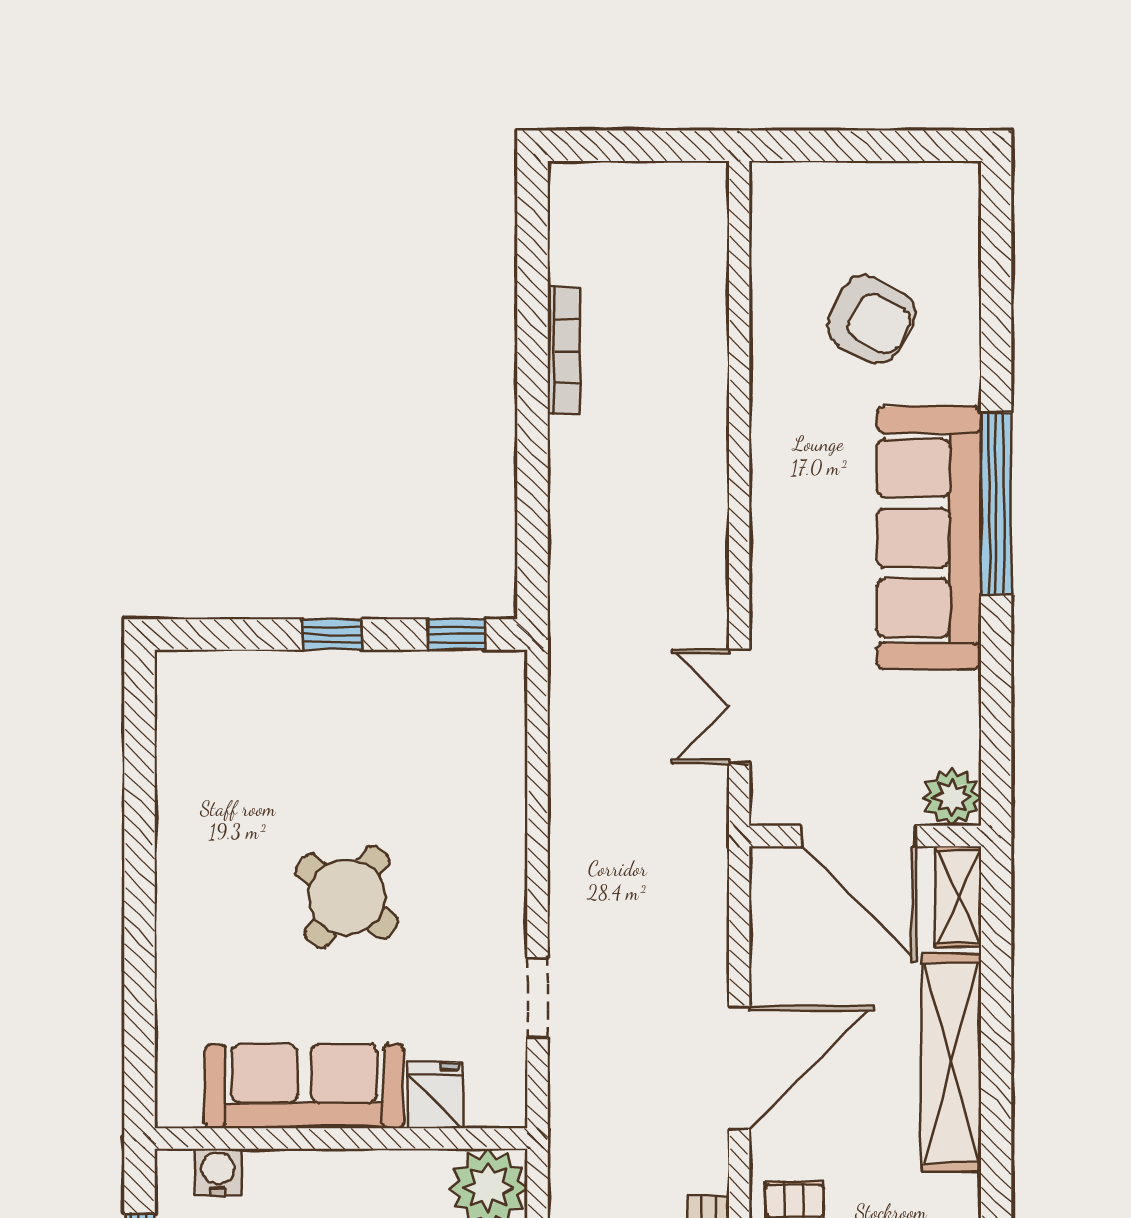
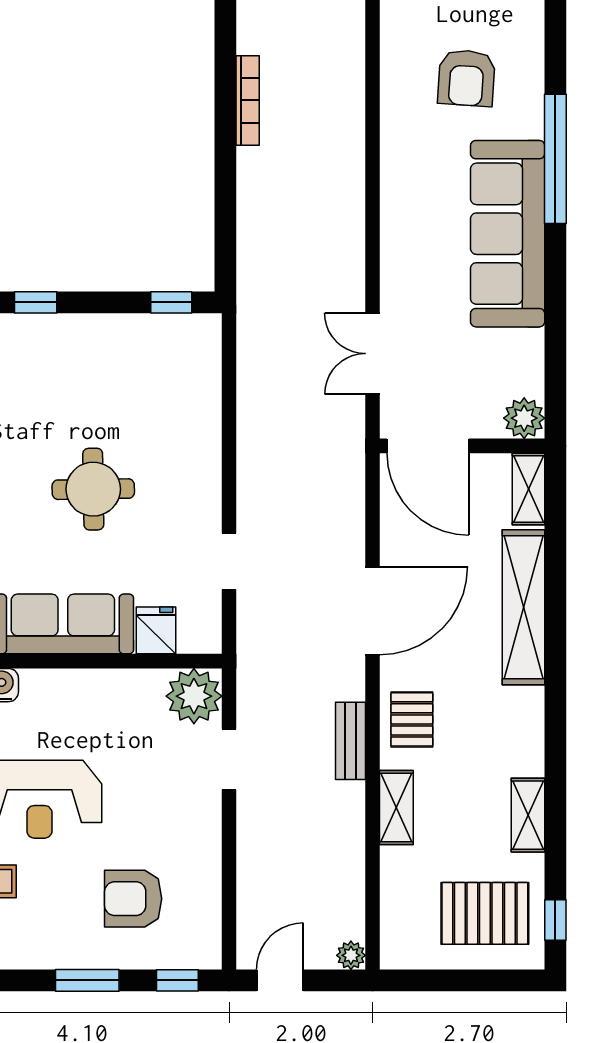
armchair: (871, 319) -> (466, 78), turned 66
window: (996, 503) -> (555, 159), moved
window: (332, 634) -> (36, 302), moved
door: (859, 836) -> (428, 446), moved
round table: (347, 897) -> (93, 489), turned -38

